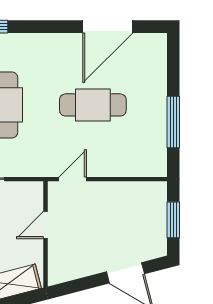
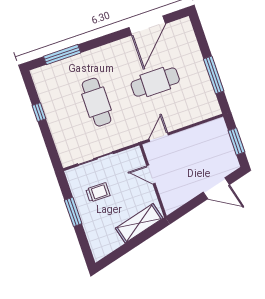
door: (46, 225) -> (151, 174), hinge flipped

